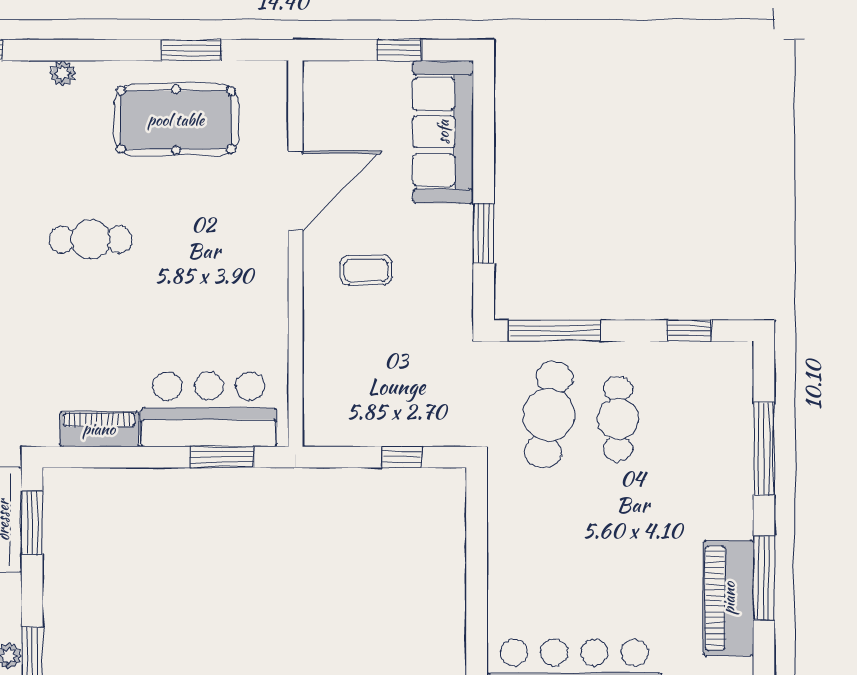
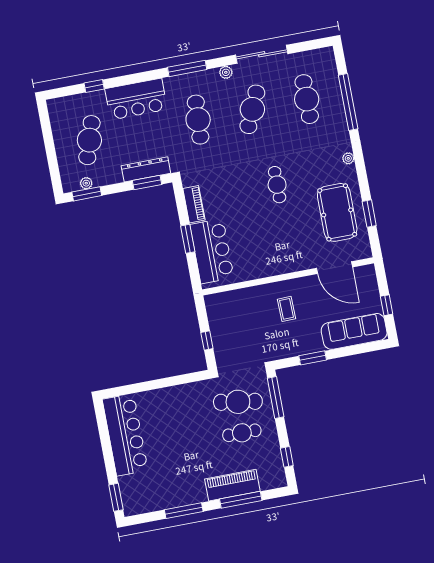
door: (295, 190) -> (335, 268), moved
window: (222, 457) -> (188, 239), moved
piano: (729, 598) -> (232, 485), moved

